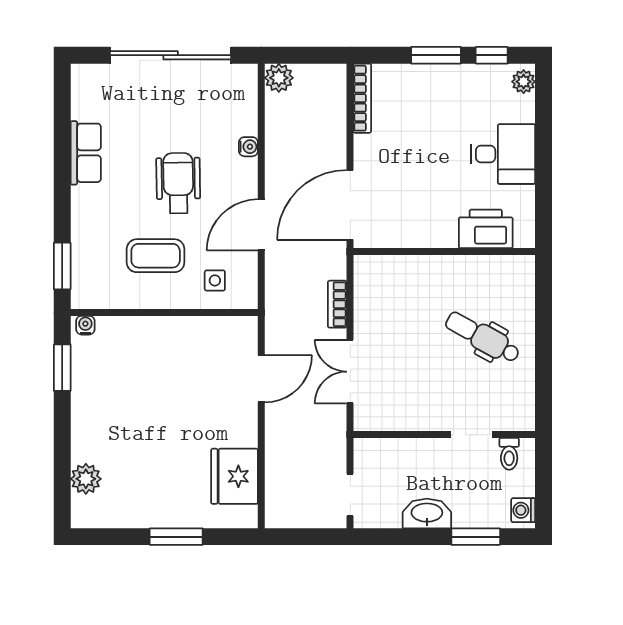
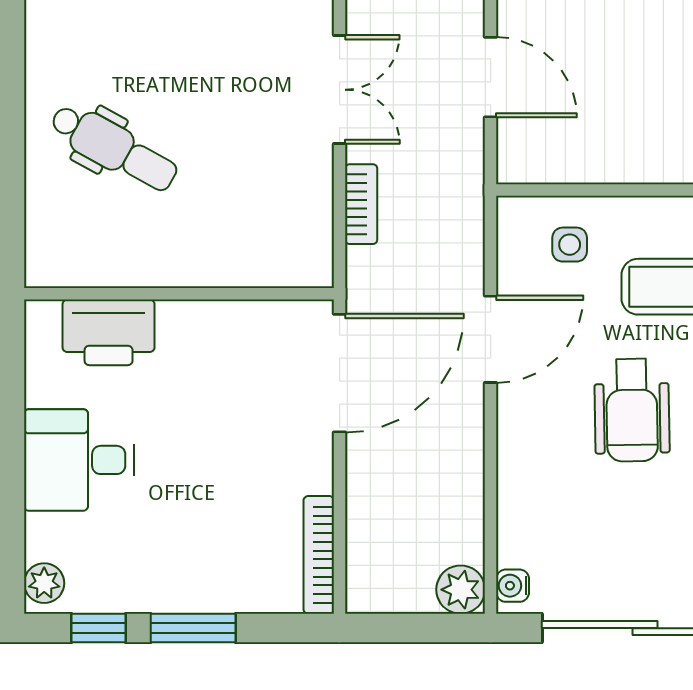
water cooler: (248, 147) -> (513, 586), moved
door: (261, 379) -> (491, 77), swing flipped

